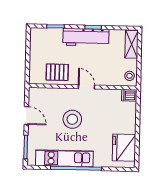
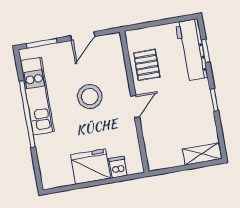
workbench: (86, 37) -> (192, 50), moved
stool: (130, 76) -> (161, 160), removed
dishwasher: (129, 95) -> (118, 167), moved
fridge: (124, 148) -> (91, 167), moved

